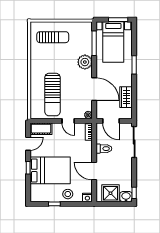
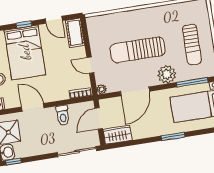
sun lounger: (53, 37) -> (192, 45), moved
sun lounger: (53, 95) -> (138, 50), moved
wardrobe: (126, 97) -> (118, 135), moved
door: (68, 121) -> (90, 65), hinge flipped
door: (94, 171) -> (33, 107), hinge flipped

